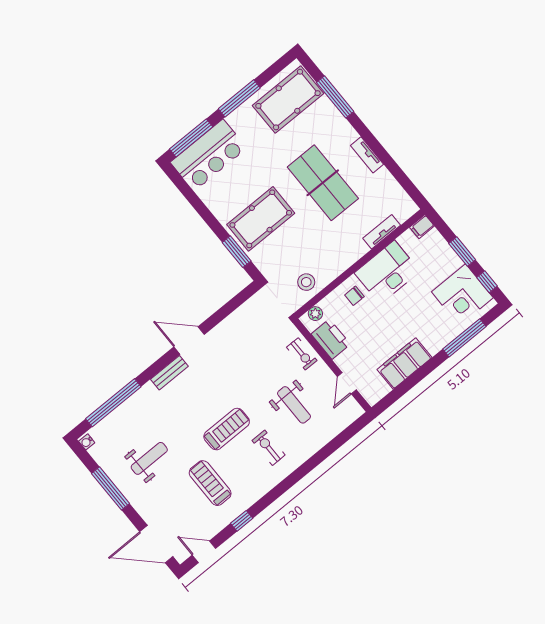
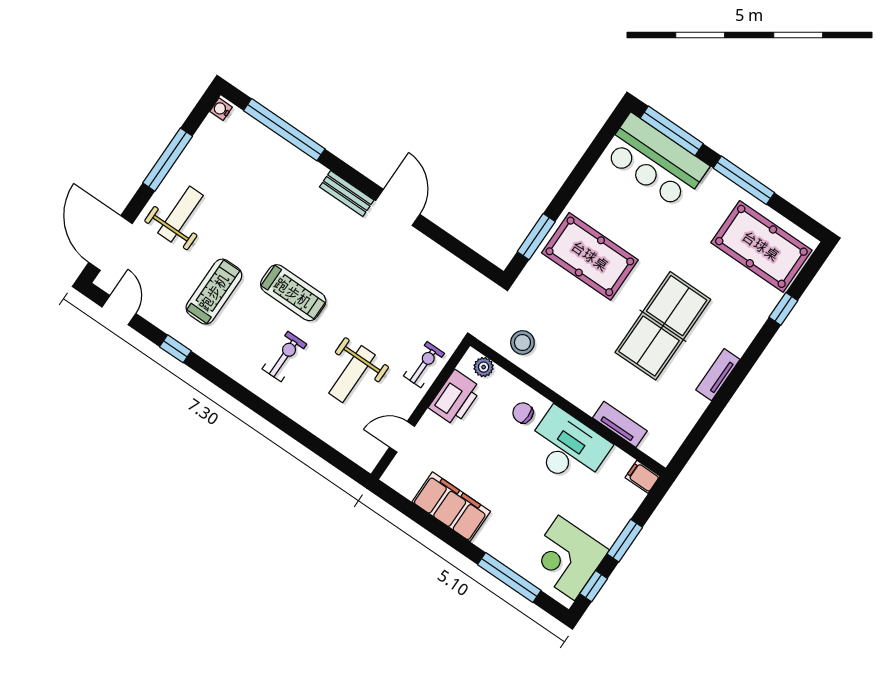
window: (335, 97) -> (783, 309), width x0.46
exercise bike: (302, 354) -> (424, 365), turned 180
weight bench: (149, 458) -> (180, 214), moved, turned -90

